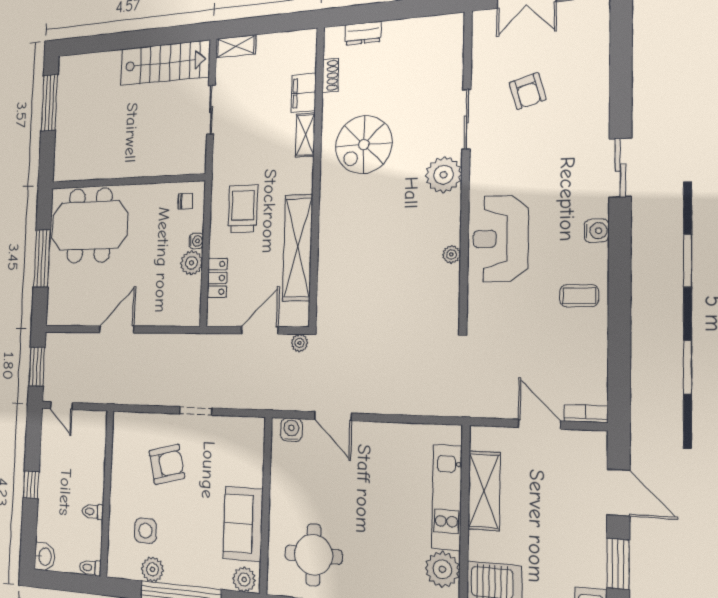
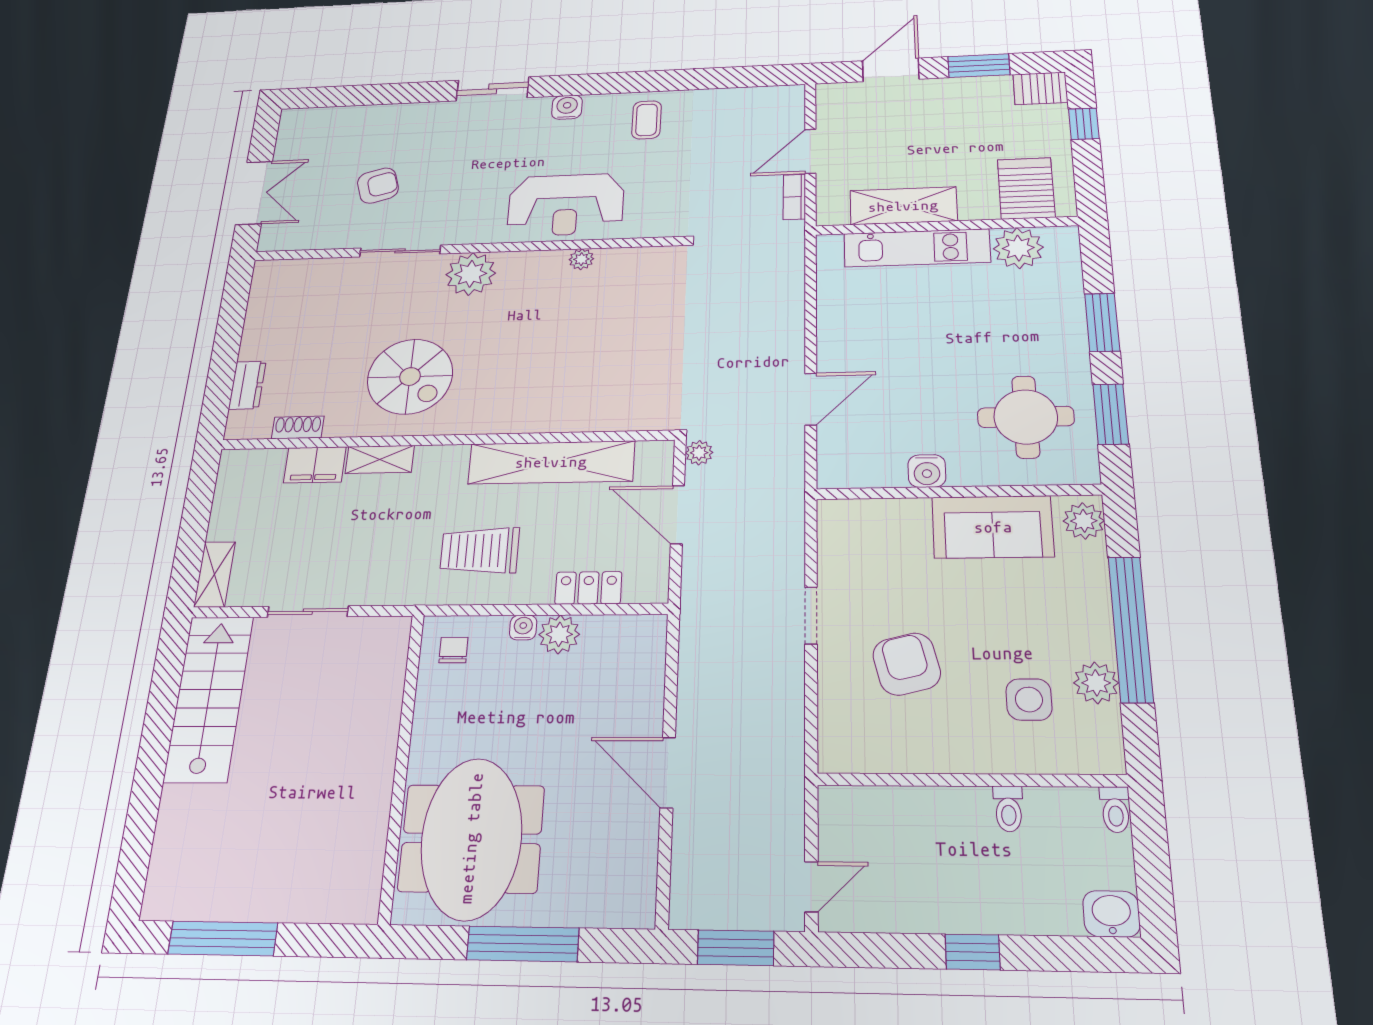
bookcase: (586, 414) -> (794, 197), moved
water cooler: (291, 430) -> (927, 471), moved, turned -90

